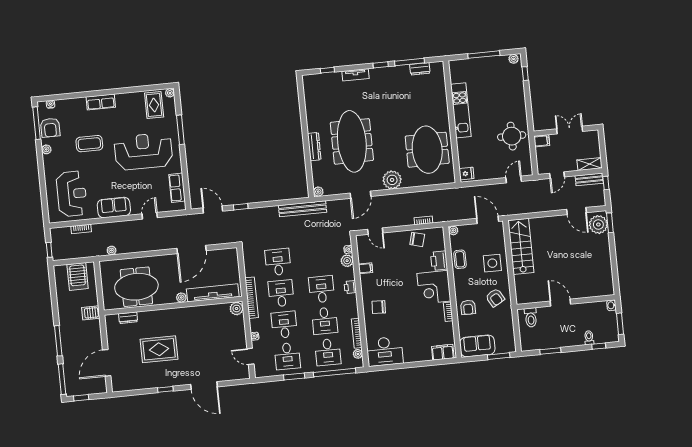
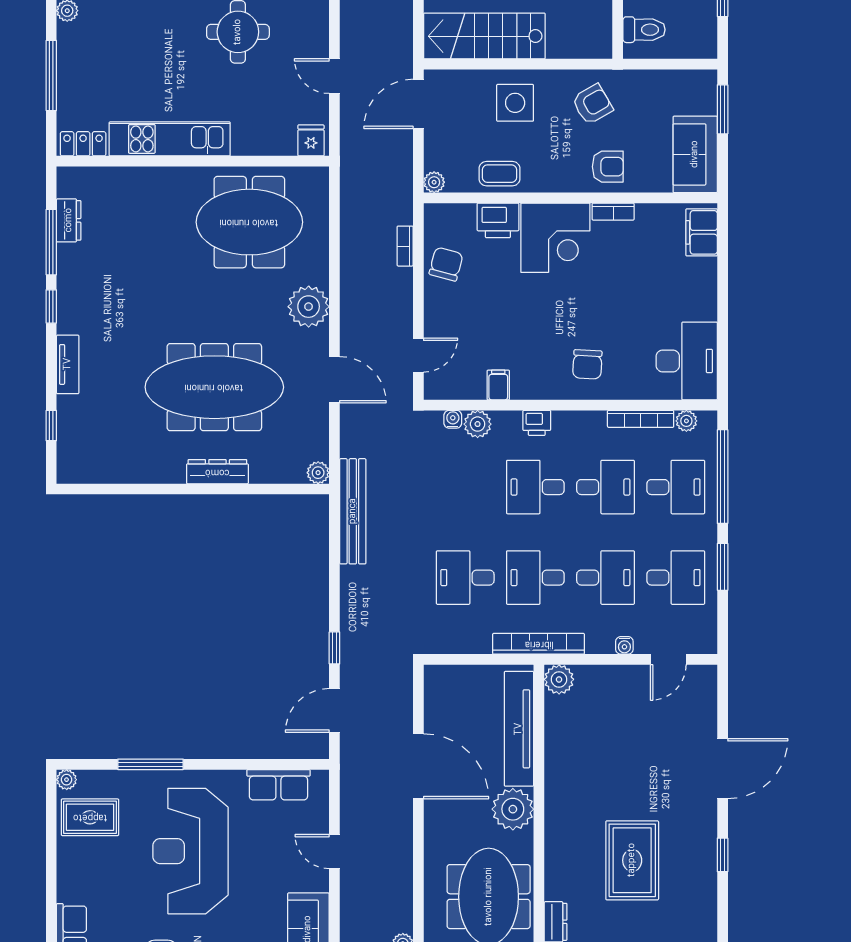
locker: (455, 72) -> (83, 144), added
door: (514, 179) -> (334, 76), moved
plant: (181, 298) -> (513, 809), width x1.87, depth x1.87
desk: (284, 325) -> (606, 578), turned 180

